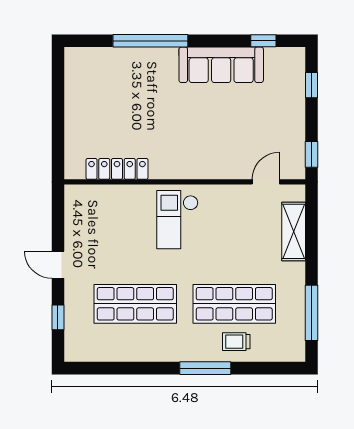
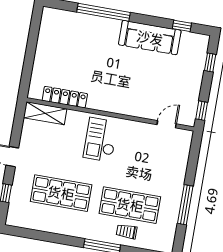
shelving: (294, 231) -> (45, 113), moved, turned 90
window: (312, 313) -> (185, 205), moved

